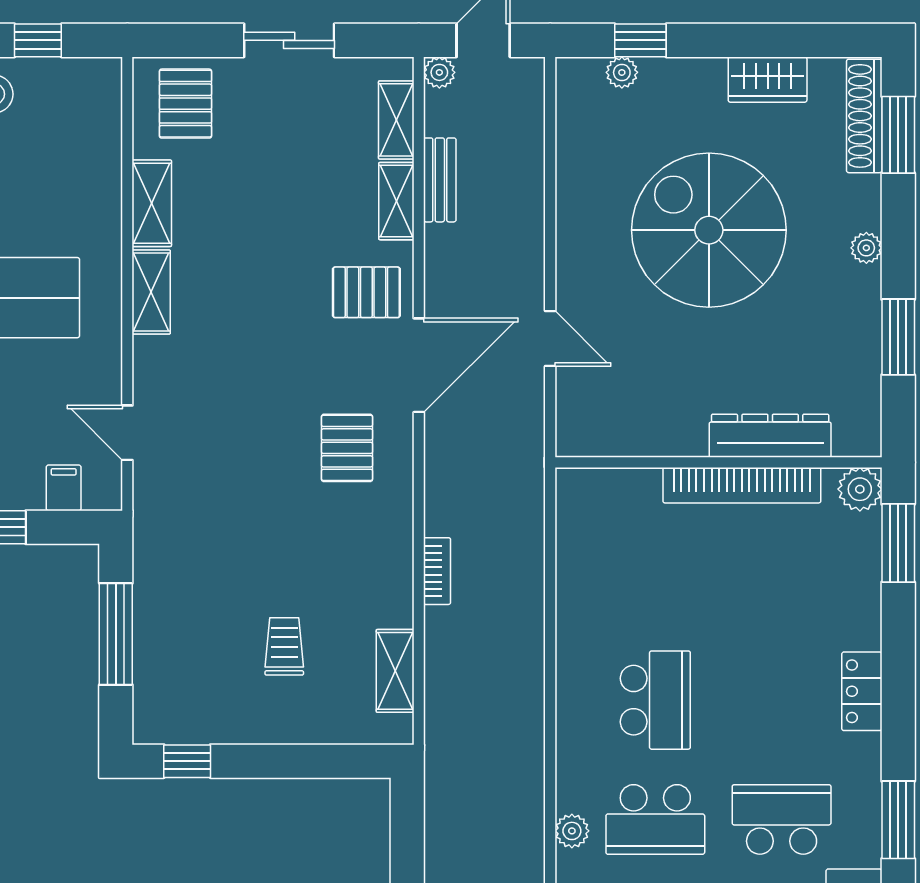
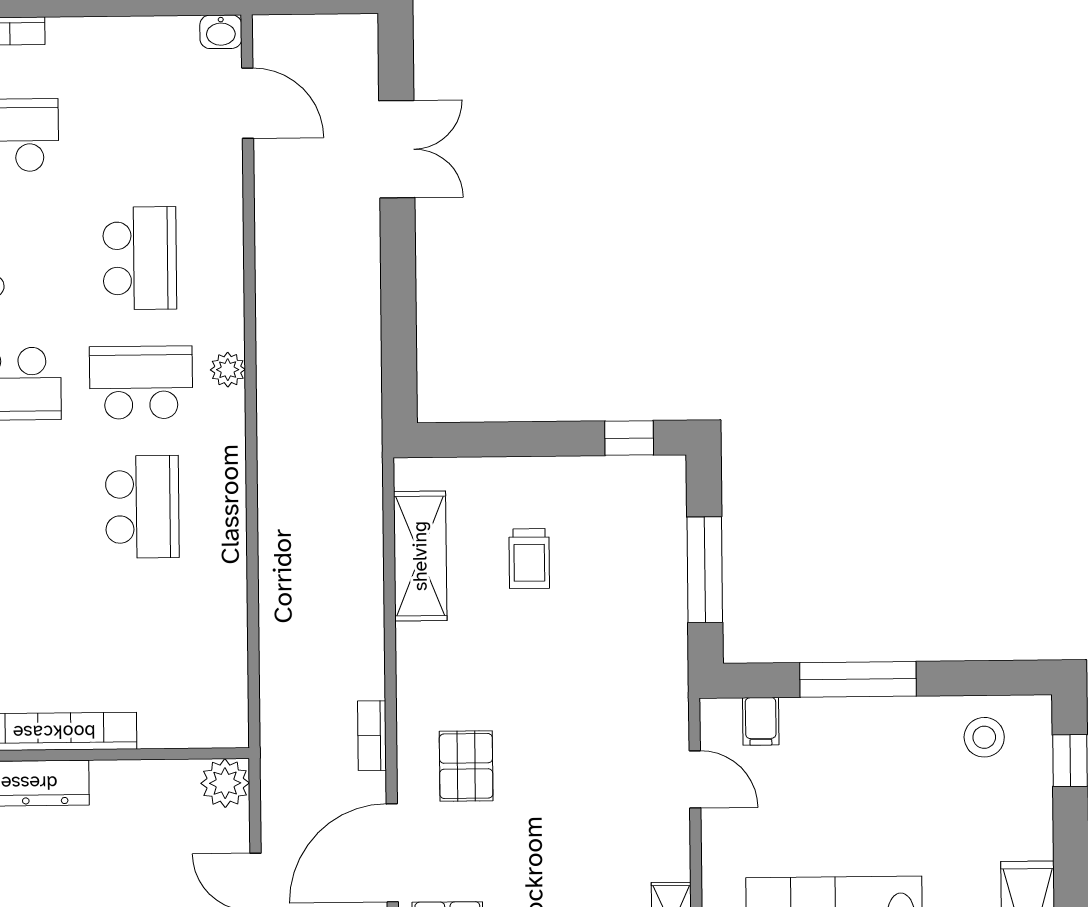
plant: (579, 434) -> (225, 783), added
bookcase: (437, 571) -> (372, 736), moved
shelving: (395, 671) -> (420, 556), width x1.50, depth x1.33
school desk: (655, 700) -> (142, 507), turned 180

